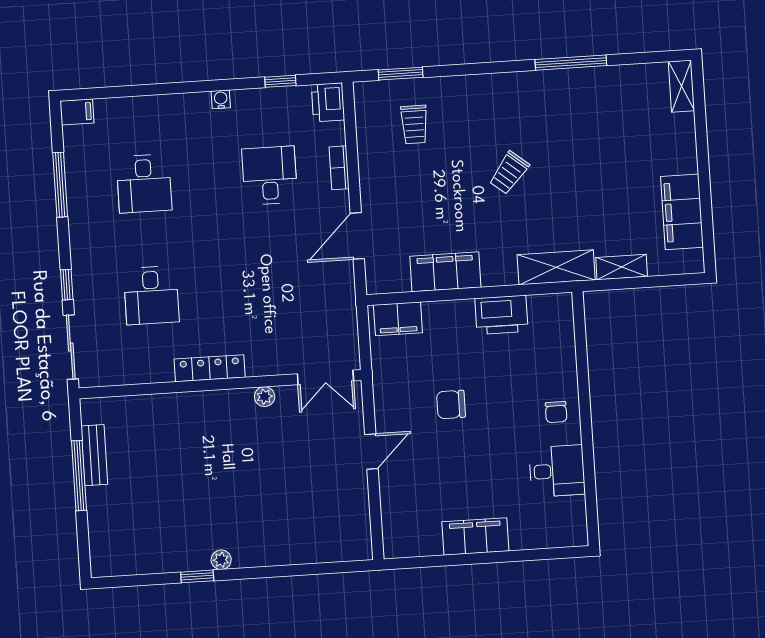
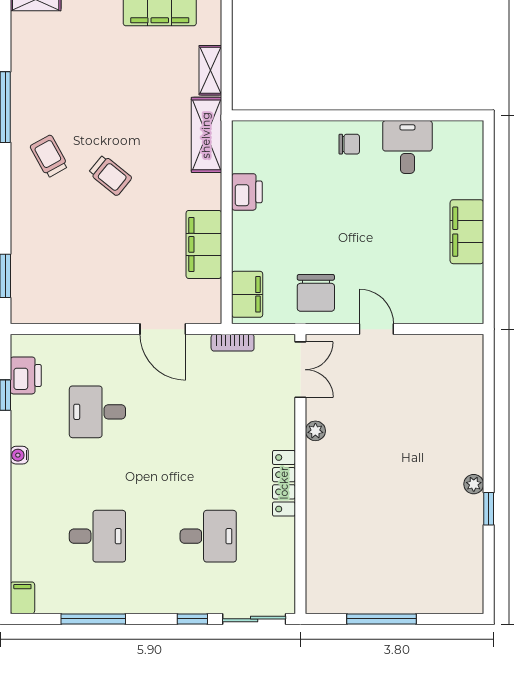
printer: (328, 102) -> (26, 375), moved, turned -90
trolley: (414, 124) -> (49, 156), moved, turned -119
bookcase: (339, 168) -> (233, 343), moved
printer: (501, 315) -> (247, 192), width x0.73, depth x0.84
chair: (451, 405) -> (316, 293), moved, width x1.37, depth x1.37
bench: (94, 455) -> (362, 603), removed

